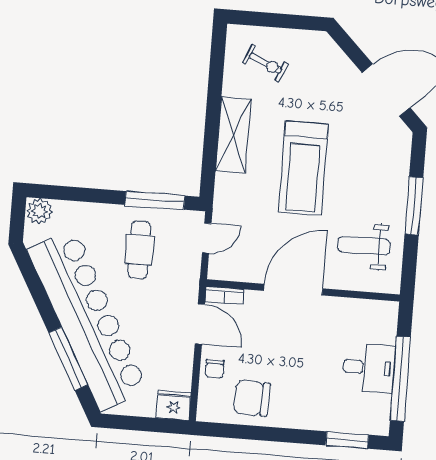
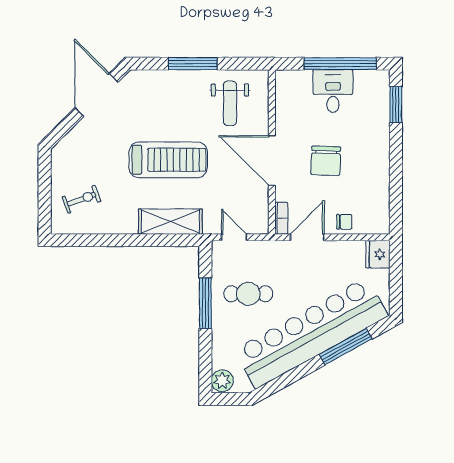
exercise bike: (265, 63) -> (82, 199), turned 46
shelving: (233, 135) -> (170, 222), moved
window: (155, 200) -> (205, 303), moved
chair: (252, 398) -> (326, 161), moved

